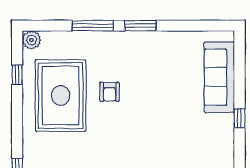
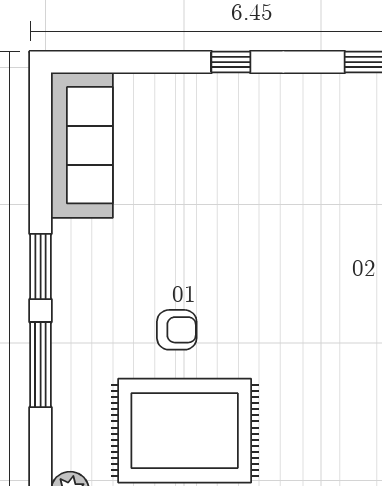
sofa: (219, 77) -> (82, 145), moved, turned -90

